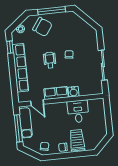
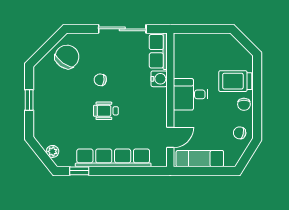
window: (52, 11) -> (29, 100), width x0.46
chair: (42, 27) -> (67, 57), moved
row of seats: (56, 93) -> (158, 51), moved
desk: (78, 111) -> (191, 94), moved
window: (18, 128) -> (207, 171), removed

